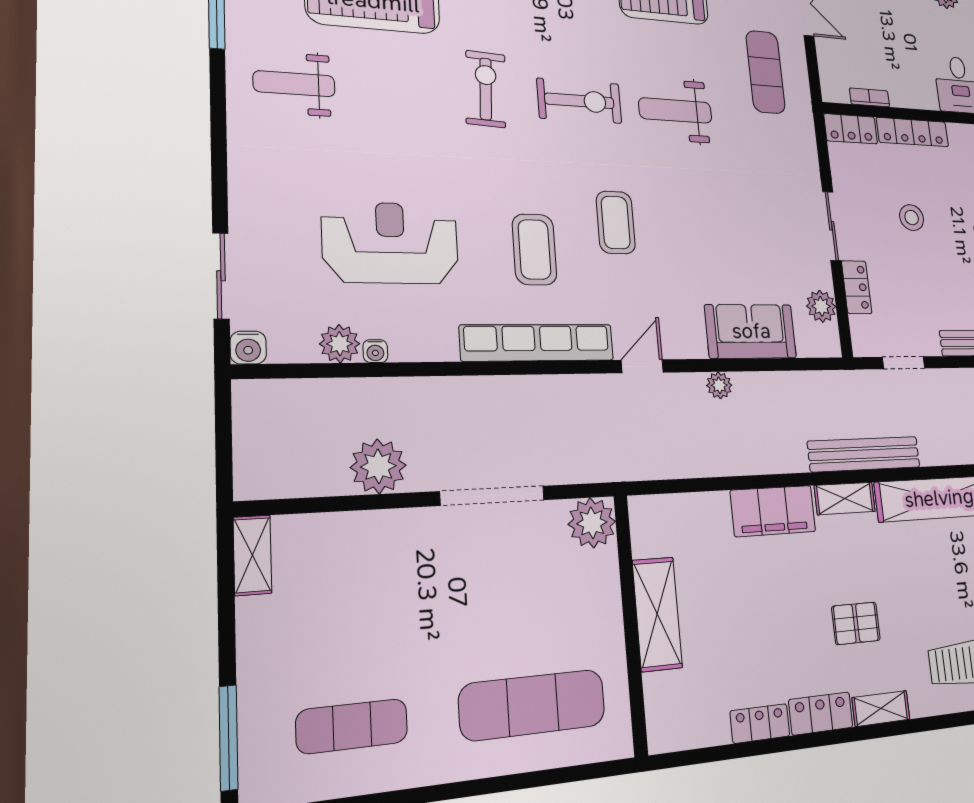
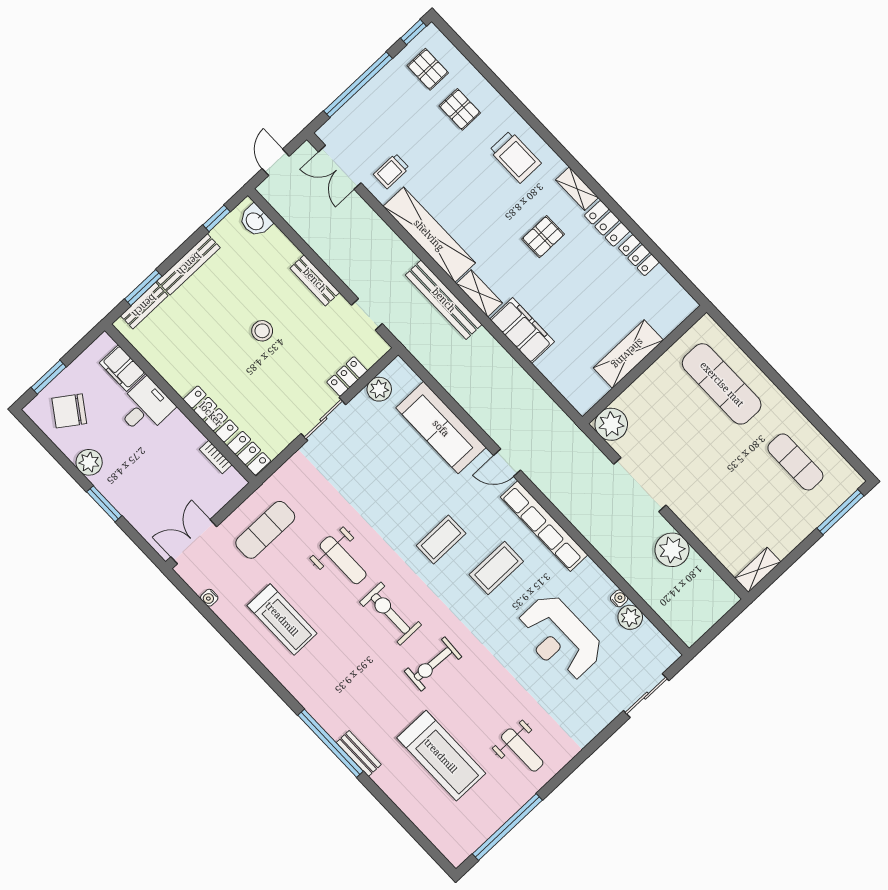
stool: (912, 218) -> (262, 331), moved
sofa: (751, 331) -> (441, 428), width x1.36
water cooler: (248, 348) -> (668, 655), removed
plant: (719, 385) -> (479, 413), removed
pallet: (856, 623) -> (543, 237), turned 90

